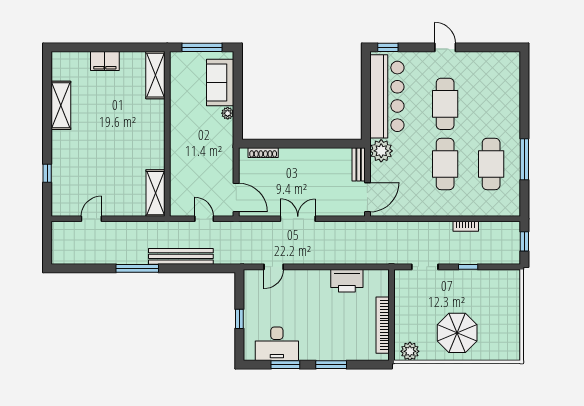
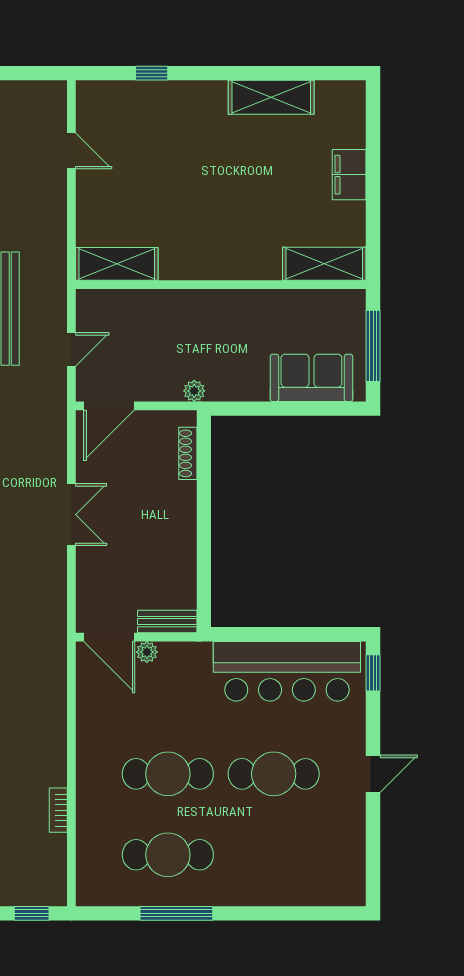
plant: (228, 113) -> (194, 391), moved
plant: (381, 151) -> (147, 652), moved, width x0.53, depth x0.53

